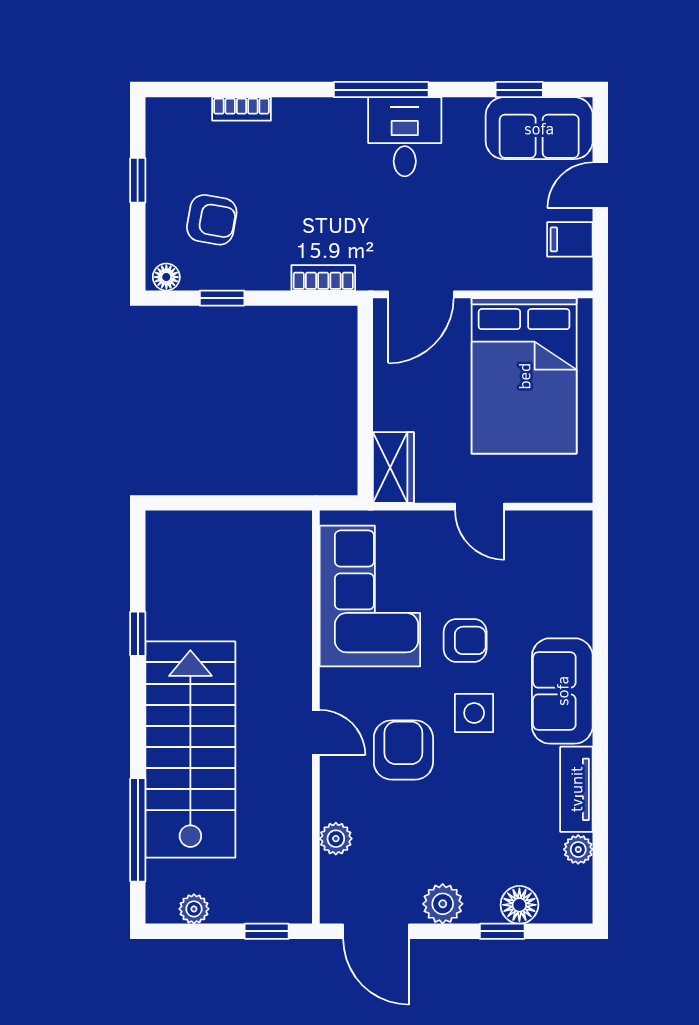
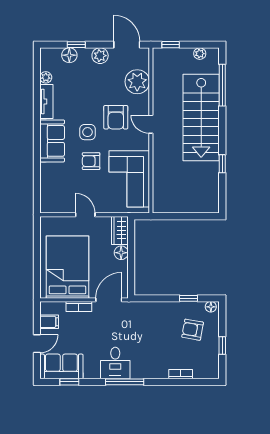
bookcase: (323, 278) -> (79, 306), moved
floor lamp: (390, 412) -> (121, 253), added
plant: (336, 839) -> (137, 82), width x1.87, depth x1.87

